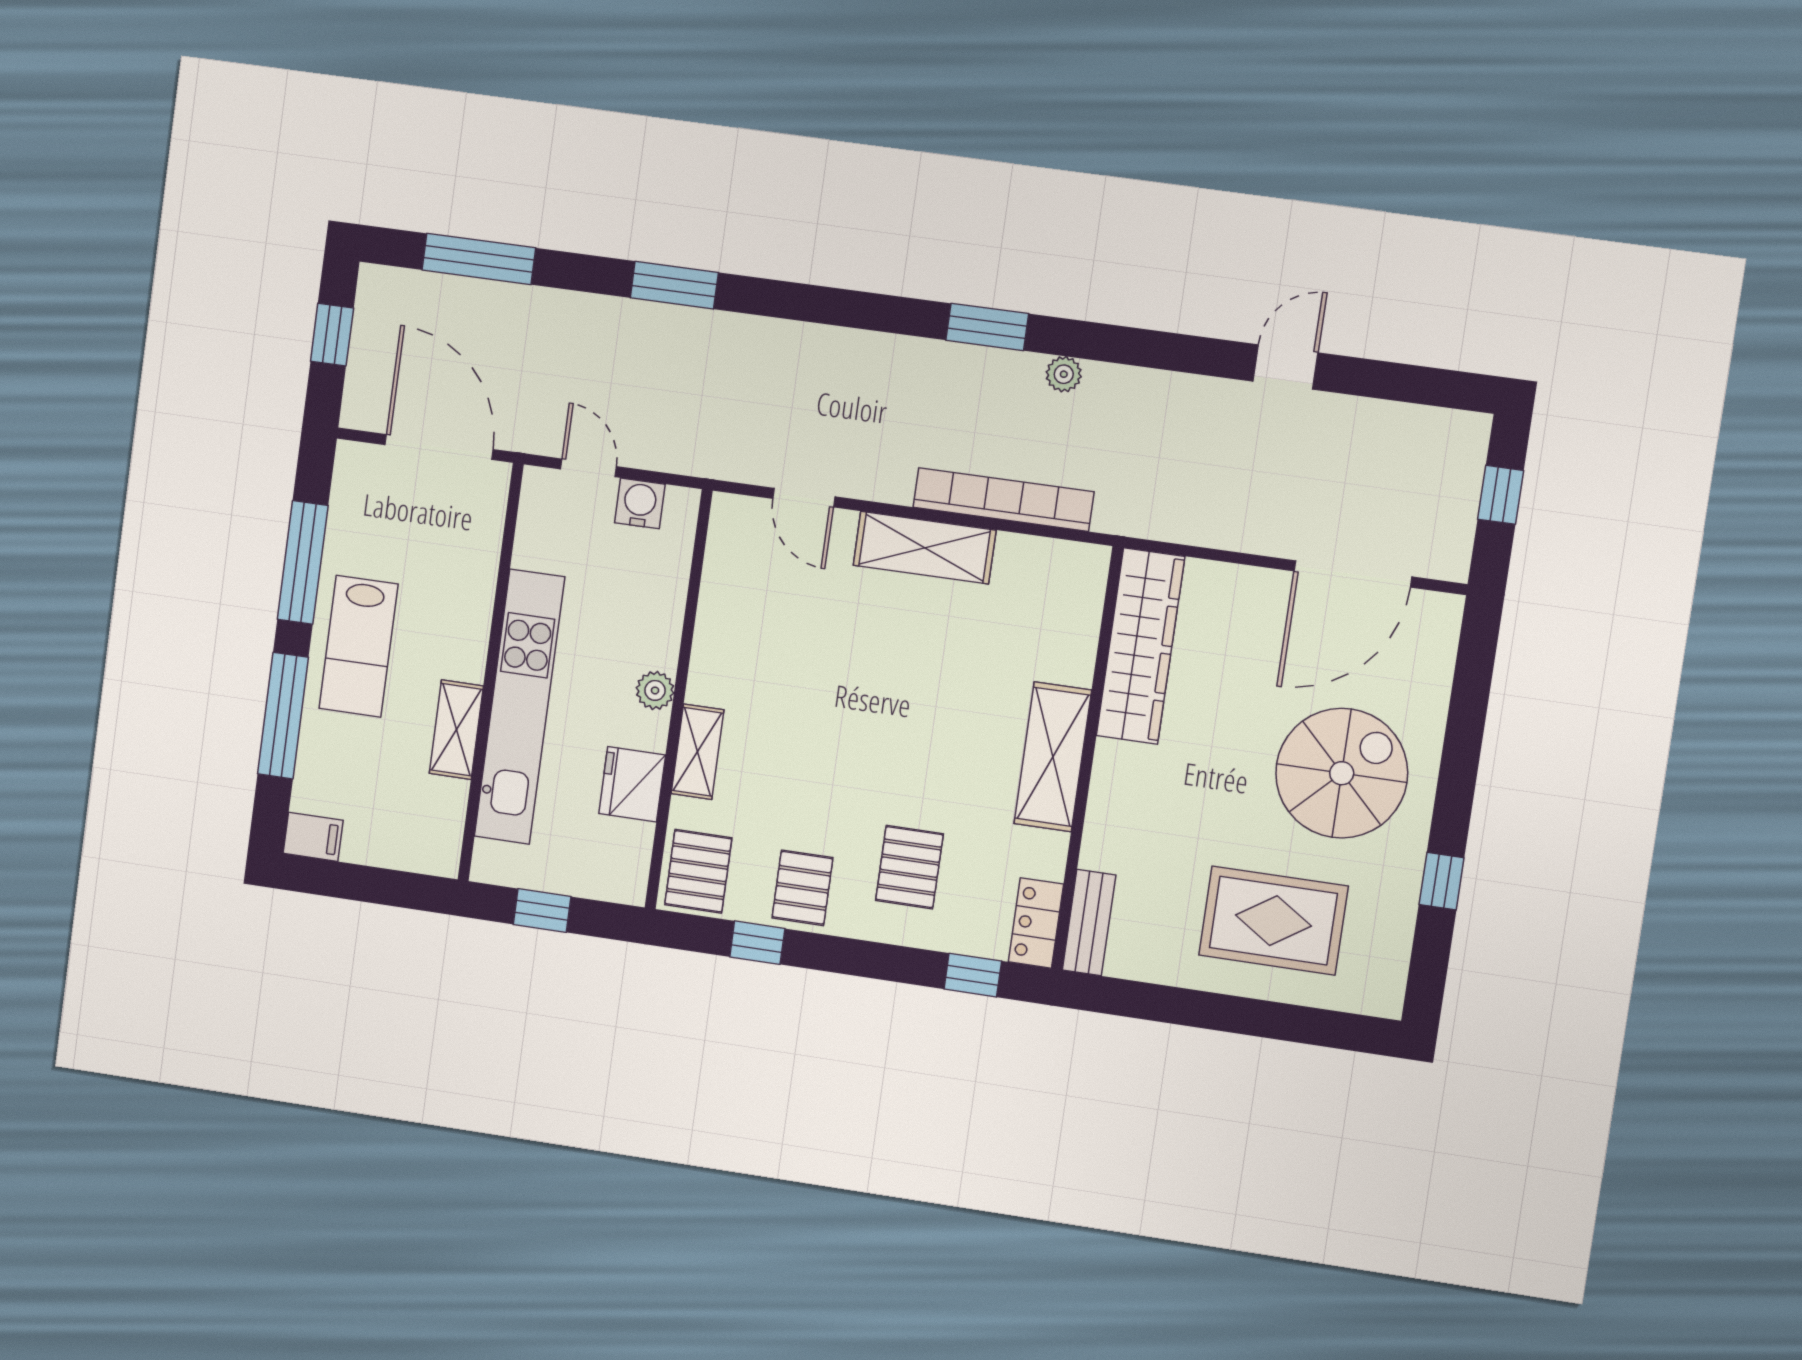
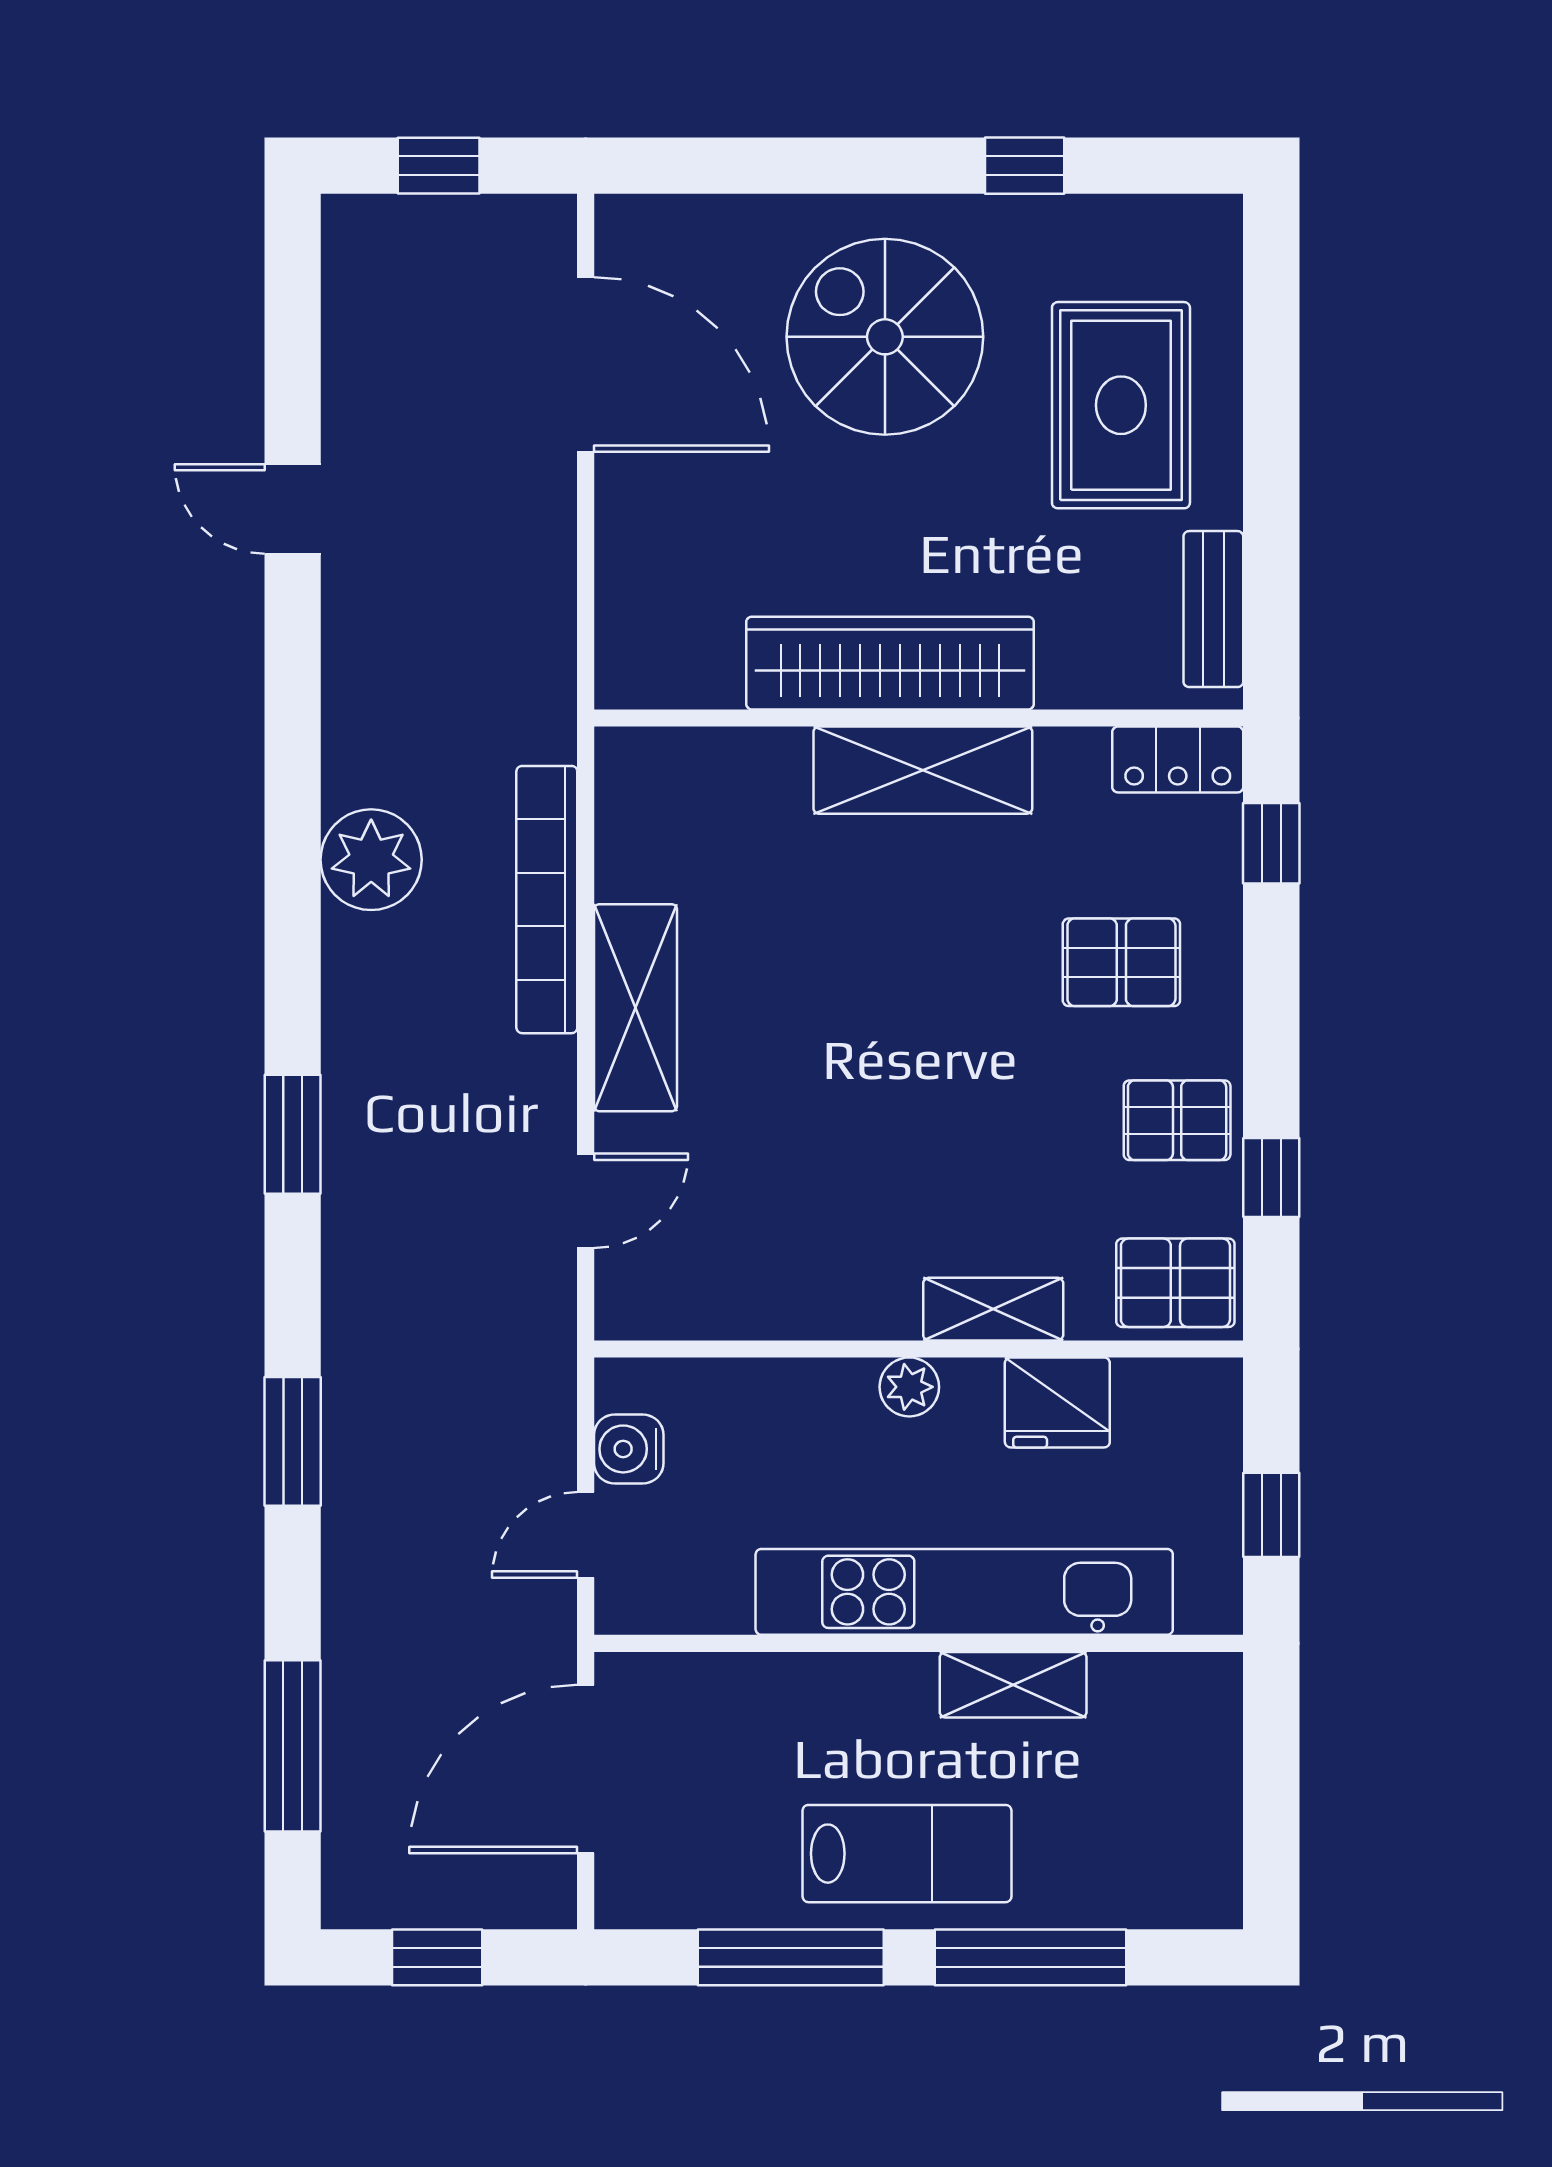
window: (987, 327) -> (293, 1134), moved
plant: (1064, 374) -> (371, 860), width x1.88, depth x1.88
wardrobe: (1140, 646) -> (890, 663), moved
filing cabinet: (313, 837) -> (1211, 1886), removed
bench: (1089, 923) -> (1213, 609), moved, turned 90

